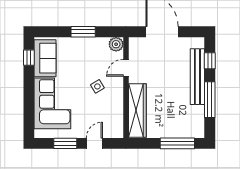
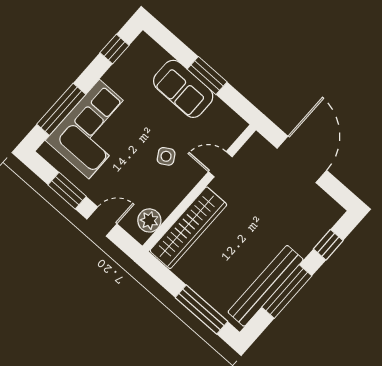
plant: (116, 44) -> (149, 220), moved
sofa: (45, 58) -> (183, 89), moved, turned 90
bench: (197, 77) -> (266, 286), moved
window: (29, 108) -> (61, 109), added

